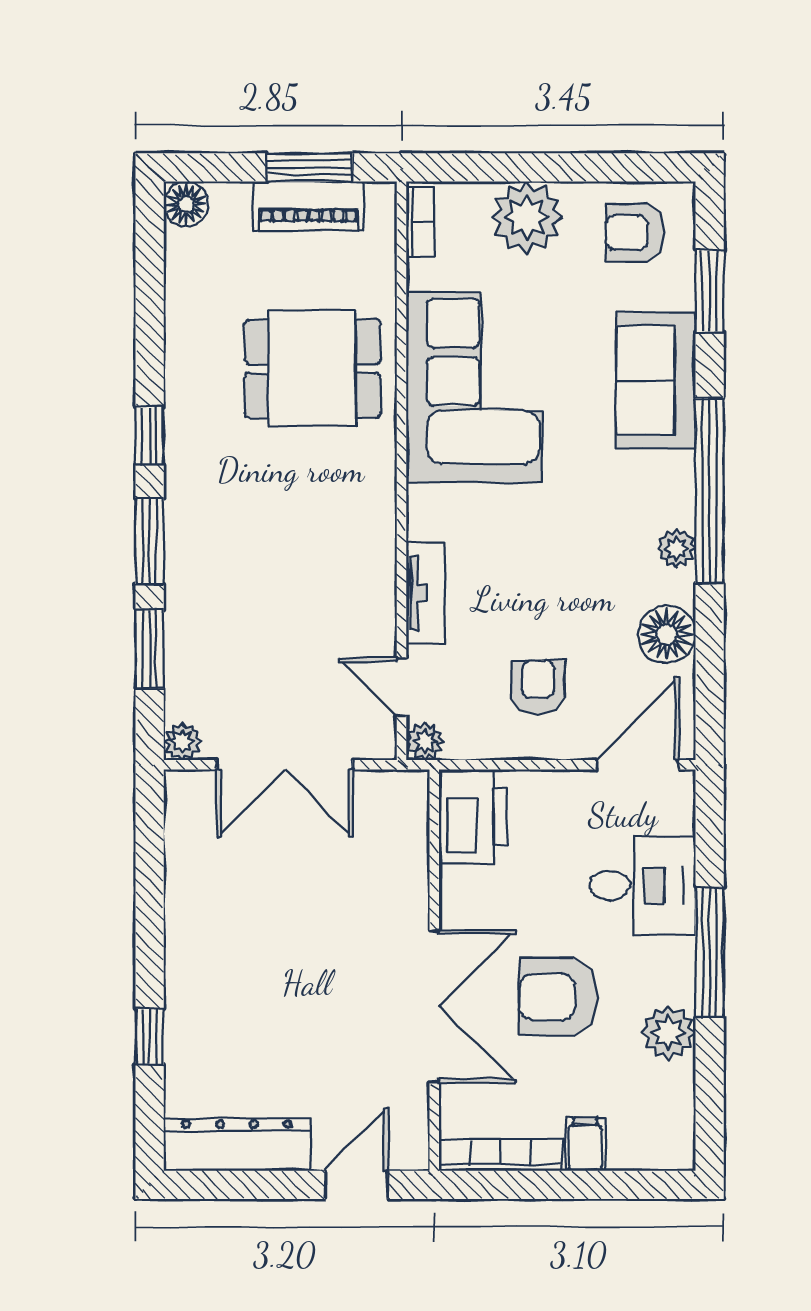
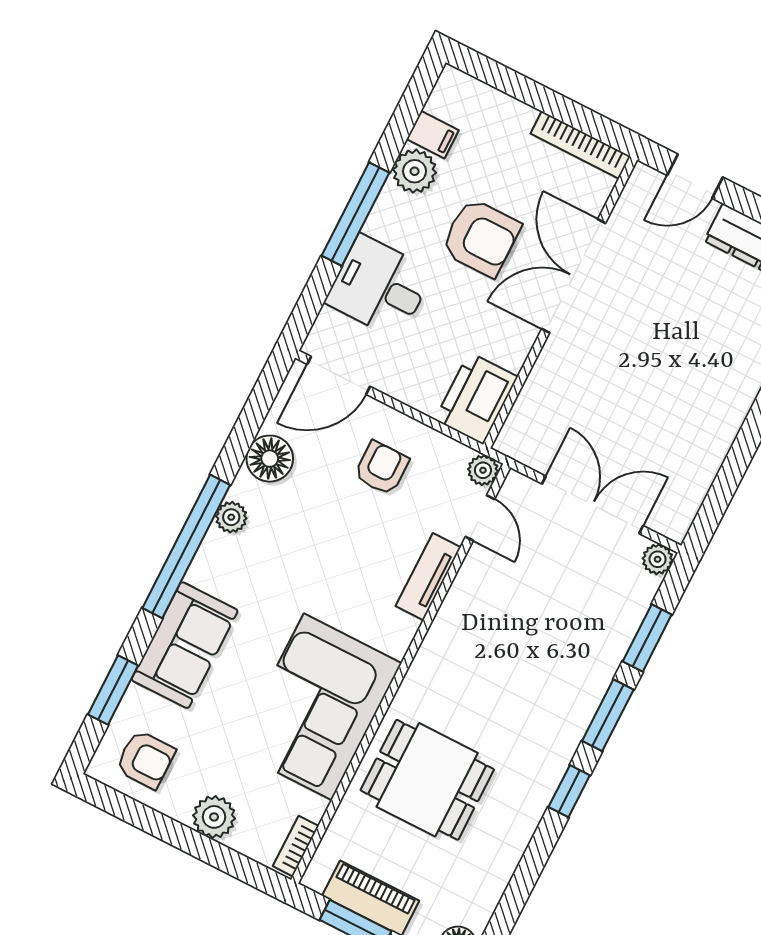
plant: (527, 217) -> (214, 817), width x0.73, depth x0.73
armchair: (538, 687) -> (382, 468), turned 180
filing cabinet: (585, 1144) -> (433, 135), moved, turned -90

